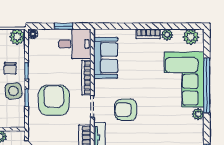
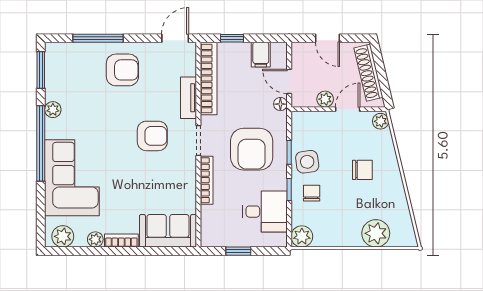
floor lamp: (33, 34) -> (280, 104), moved
desk: (75, 44) -> (265, 212), moved, turned 180
sofa: (106, 58) -> (168, 231), moved, turned 90
window: (207, 86) -> (41, 143), moved
plant: (198, 114) -> (53, 110), moved

